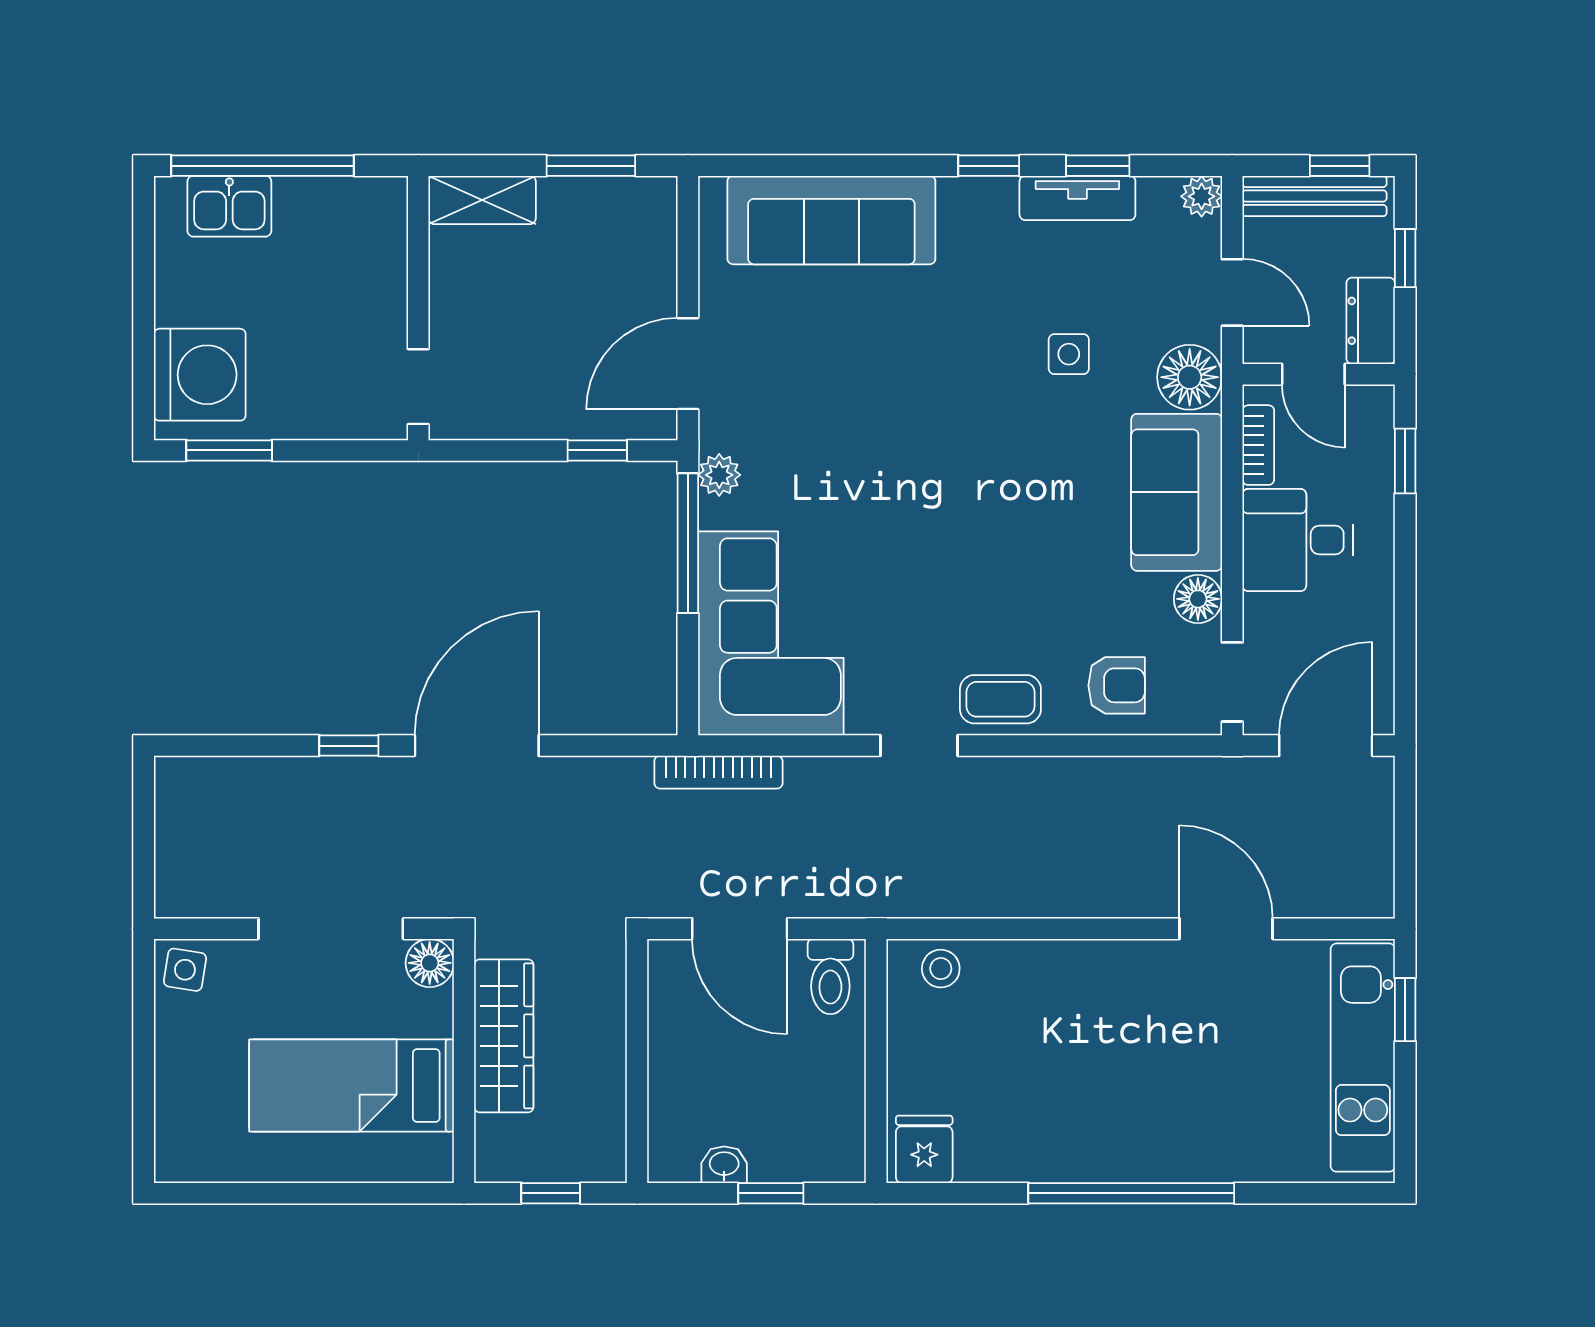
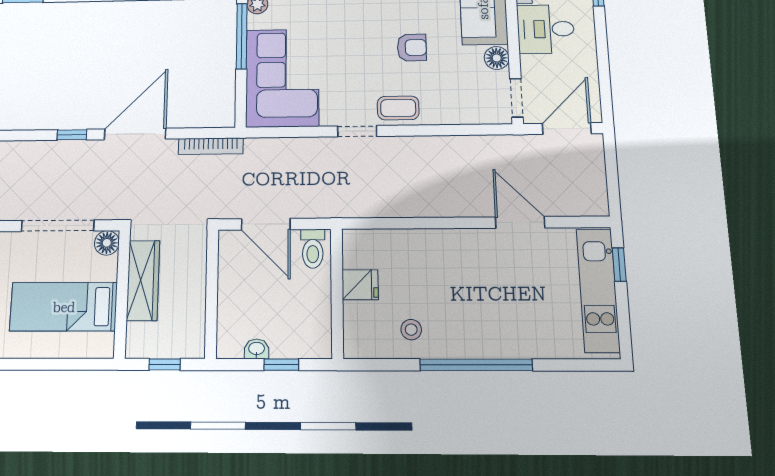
armchair: (1117, 685) -> (412, 48), moved
bookcase: (718, 772) -> (211, 146), moved
stool: (941, 969) -> (411, 330), moved
fridge: (924, 1149) -> (360, 285), moved, turned 90

